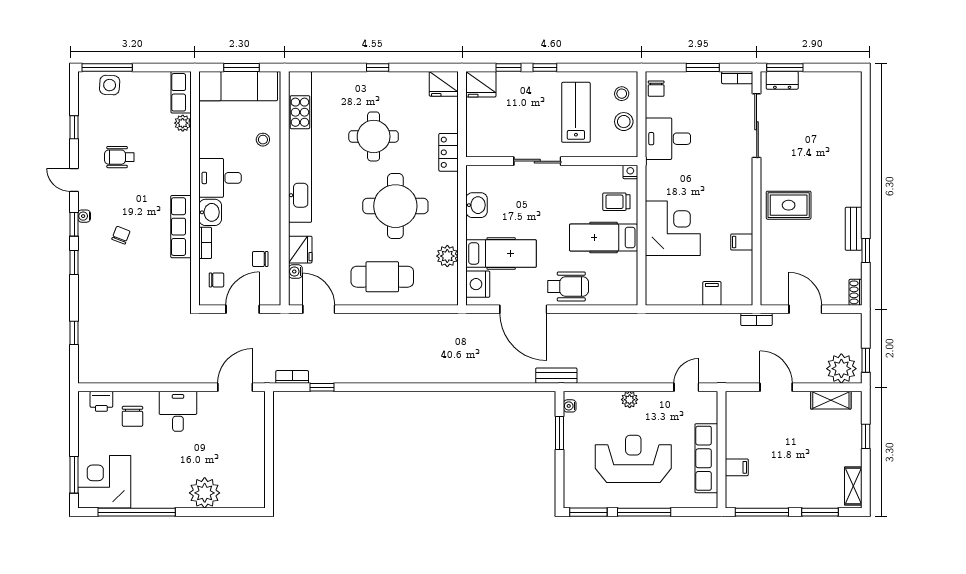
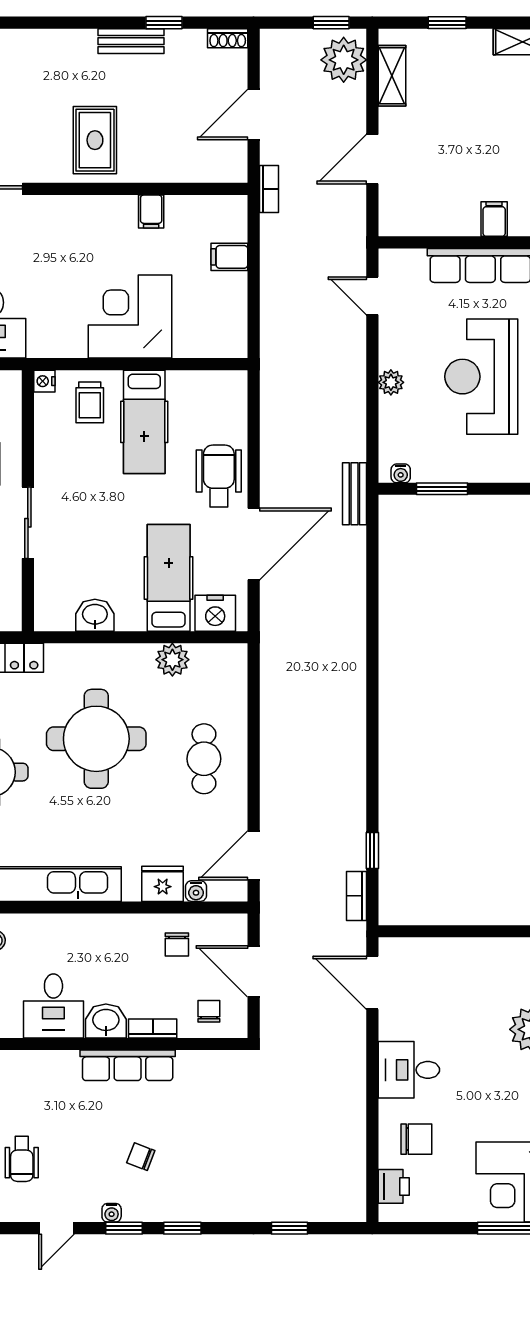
cafe table: (382, 277) -> (204, 759), width x0.73, depth x0.74

